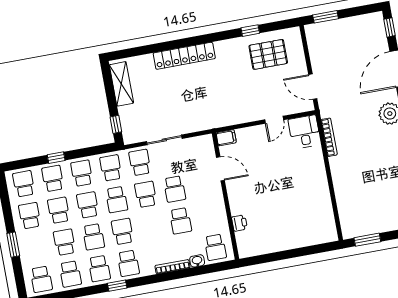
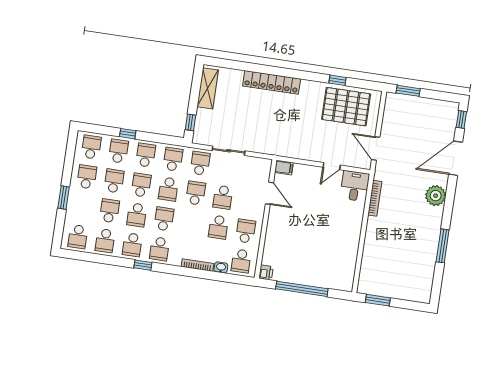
pallet: (268, 54) -> (346, 107), width x1.37, depth x1.41
school desk: (210, 216) -> (246, 231), added
printer: (239, 223) -> (266, 272), moved
window: (286, 255) -> (302, 289), added

